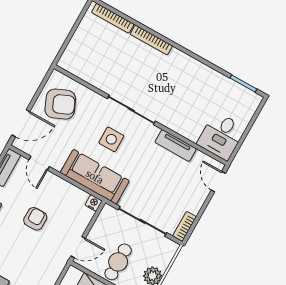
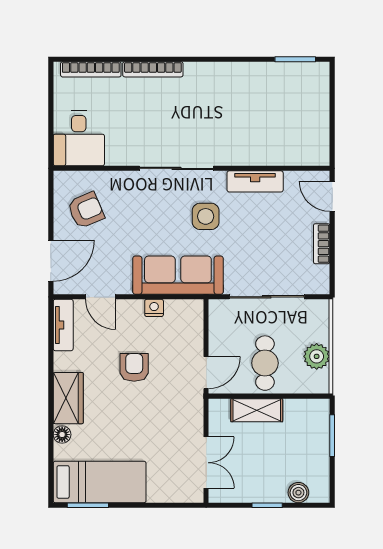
armchair: (60, 104) -> (86, 210), width x0.72, depth x0.72
desk: (221, 136) -> (79, 138), moved
side table: (111, 139) -> (206, 216), moved
nightstand: (94, 203) -> (154, 308), moved
bookcase: (184, 226) -> (322, 244), moved

